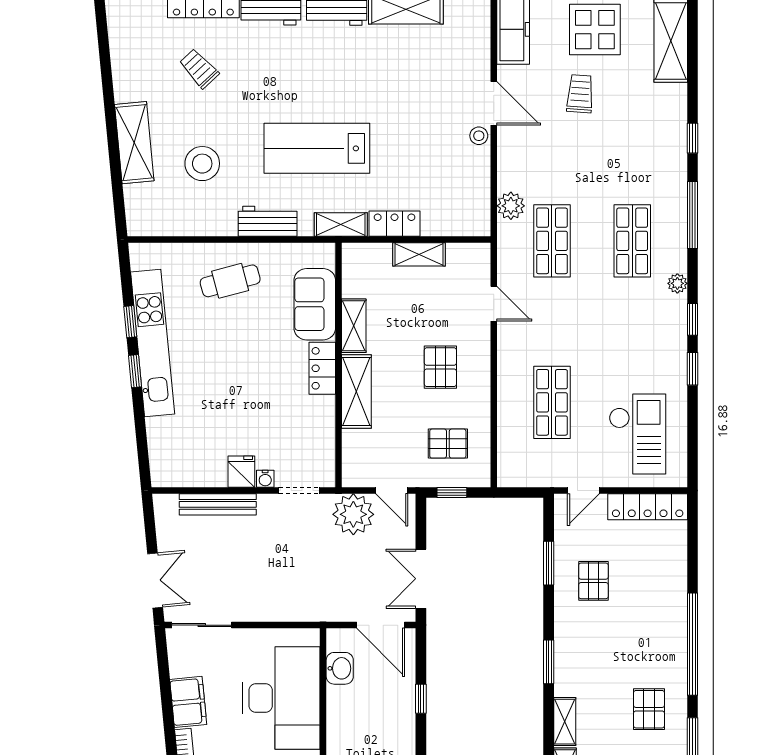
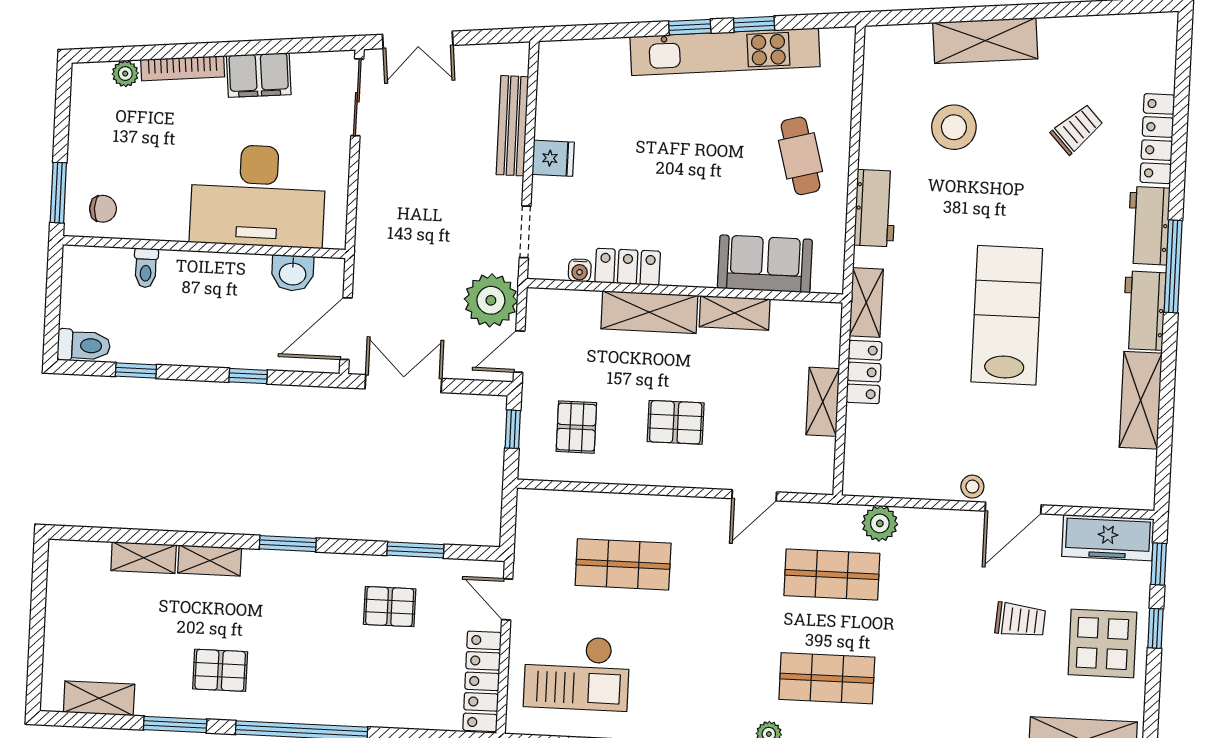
lab bench: (317, 148) -> (1007, 315), moved
locker: (322, 368) -> (628, 267), moved
water cooler: (265, 479) -> (580, 270), moved, turned -90

